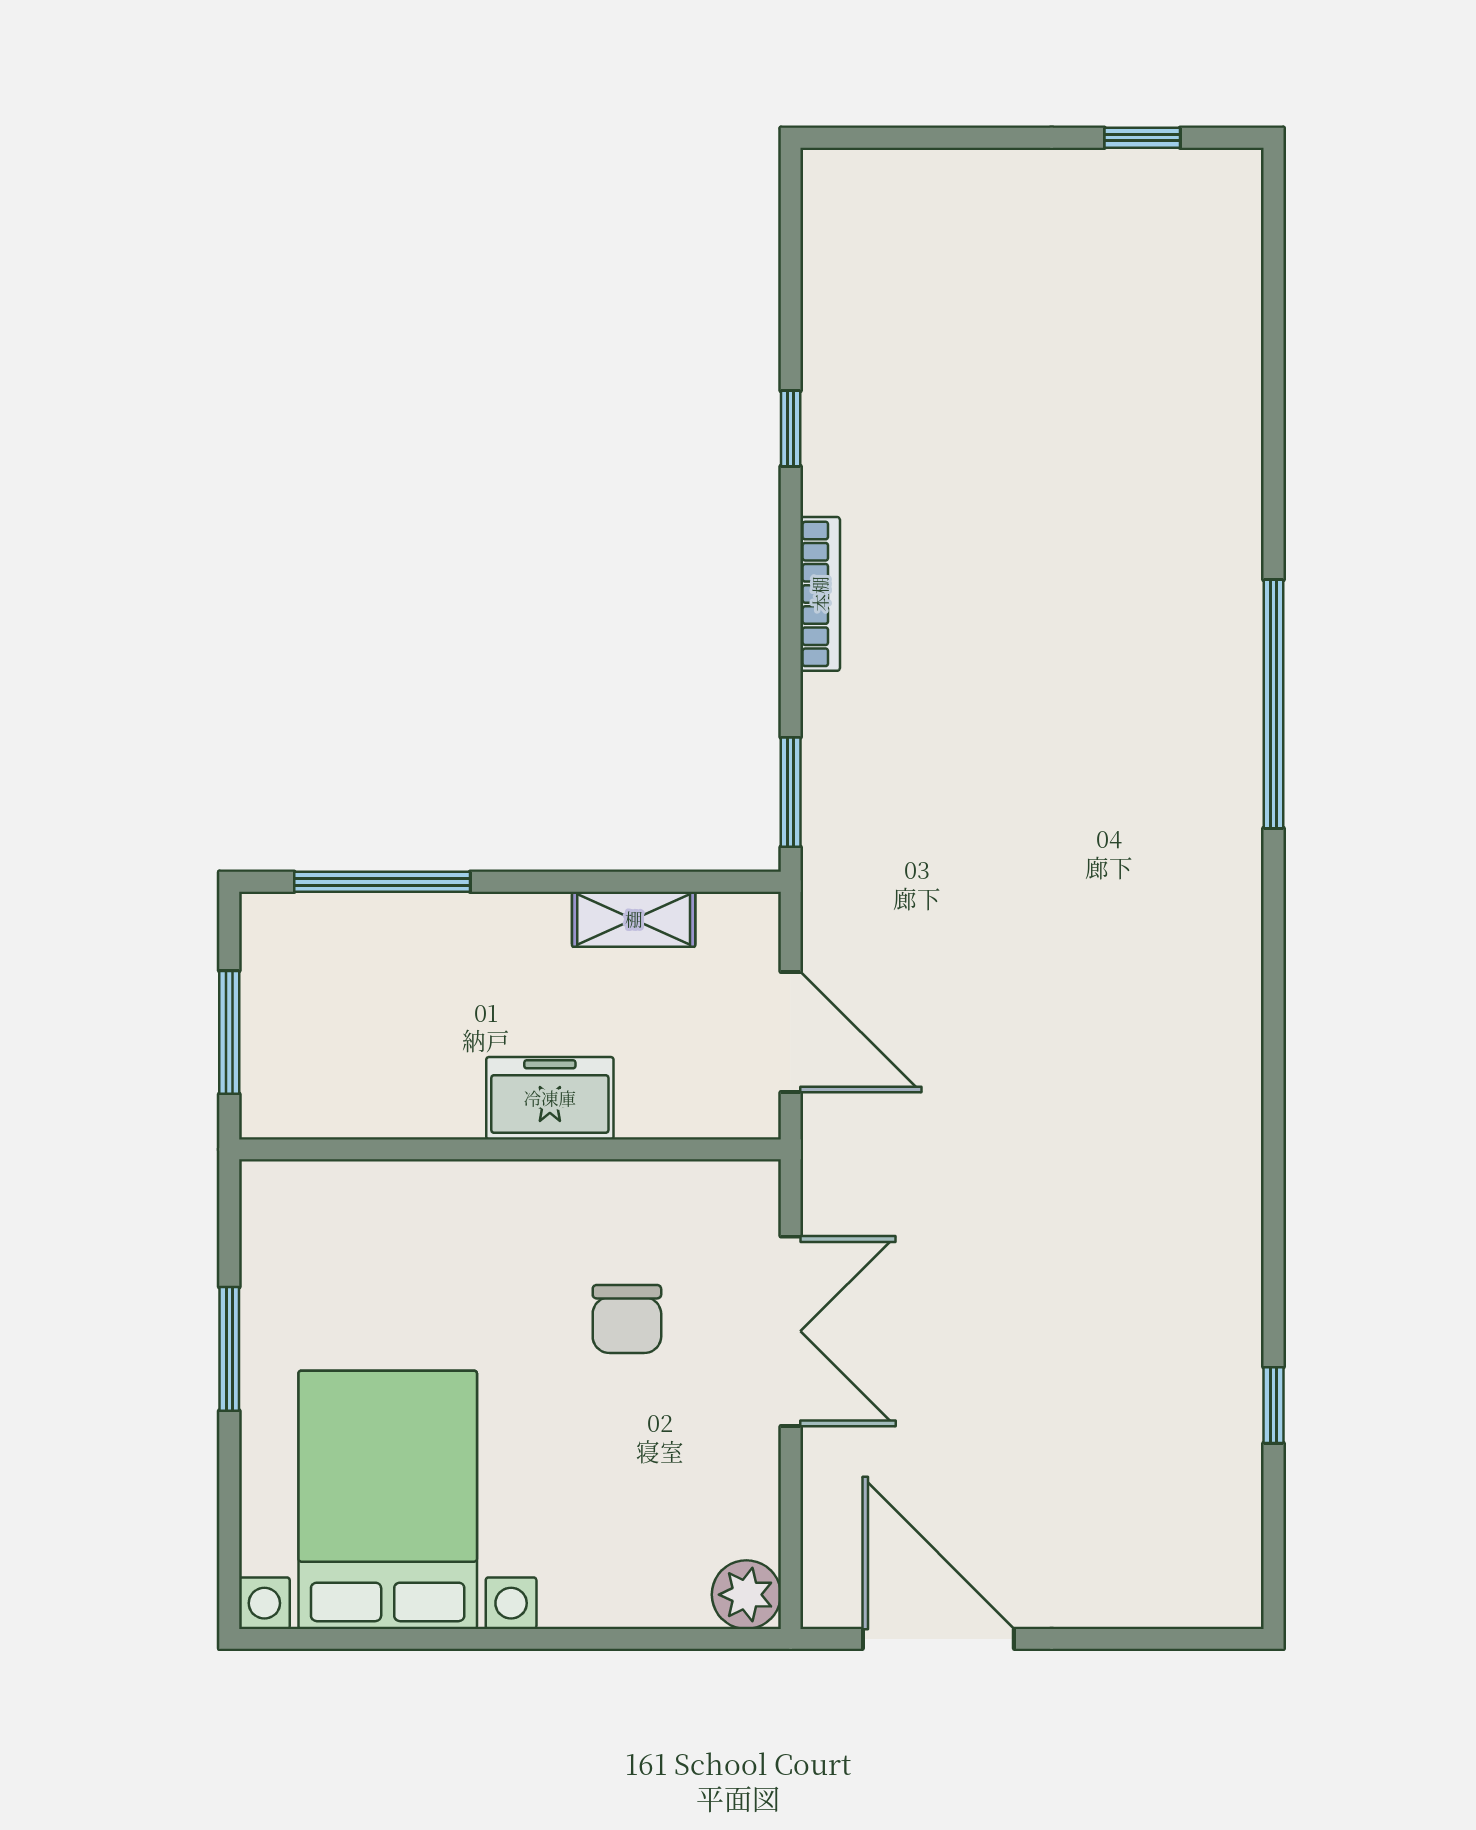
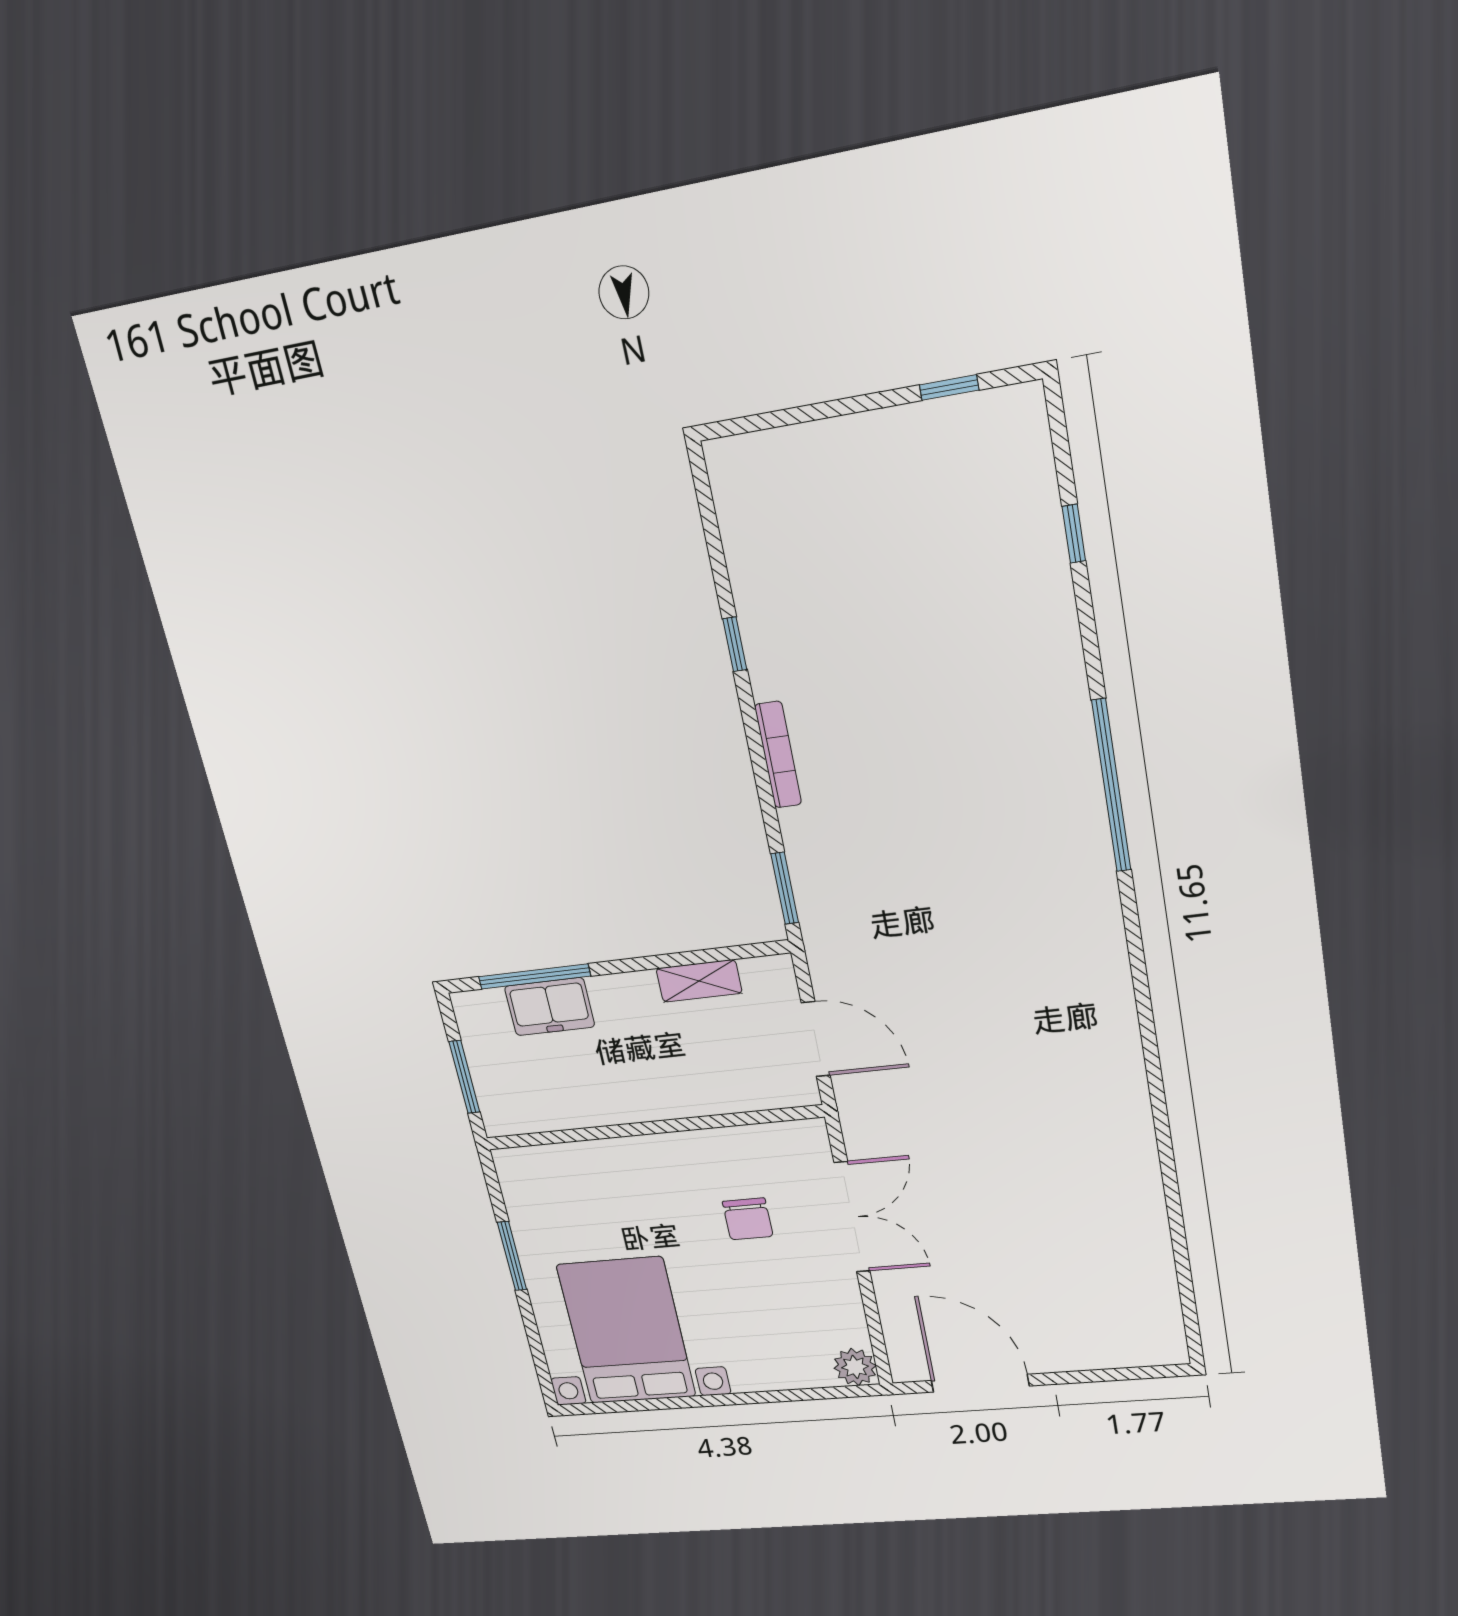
freezer: (550, 1098) -> (550, 1007), moved, turned 180
window: (1274, 1405) -> (1074, 534), moved

